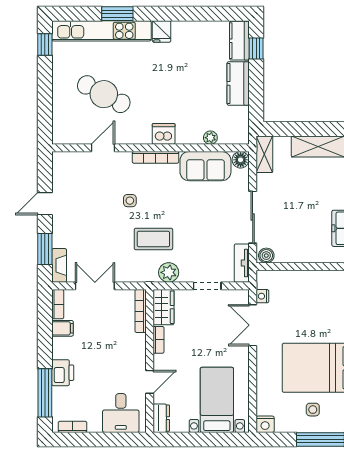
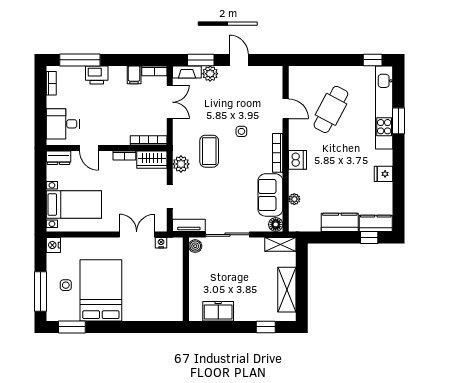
fridge: (162, 31) -> (384, 174), moved
plant: (61, 238) -> (210, 74), added

